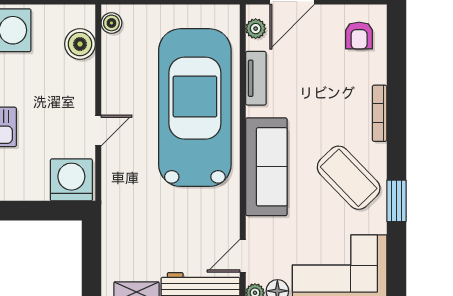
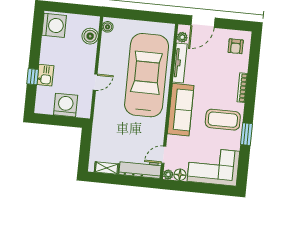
tv unit: (256, 78) -> (180, 63), width x1.41
coffee table: (349, 178) -> (223, 120), turned -46
washing machine: (71, 180) -> (66, 105), moved

